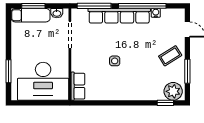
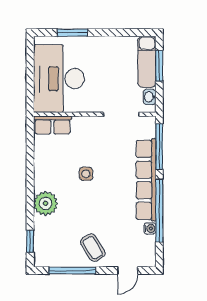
window: (187, 71) -> (72, 271), width x1.44
plant: (173, 91) -> (46, 203), moved

